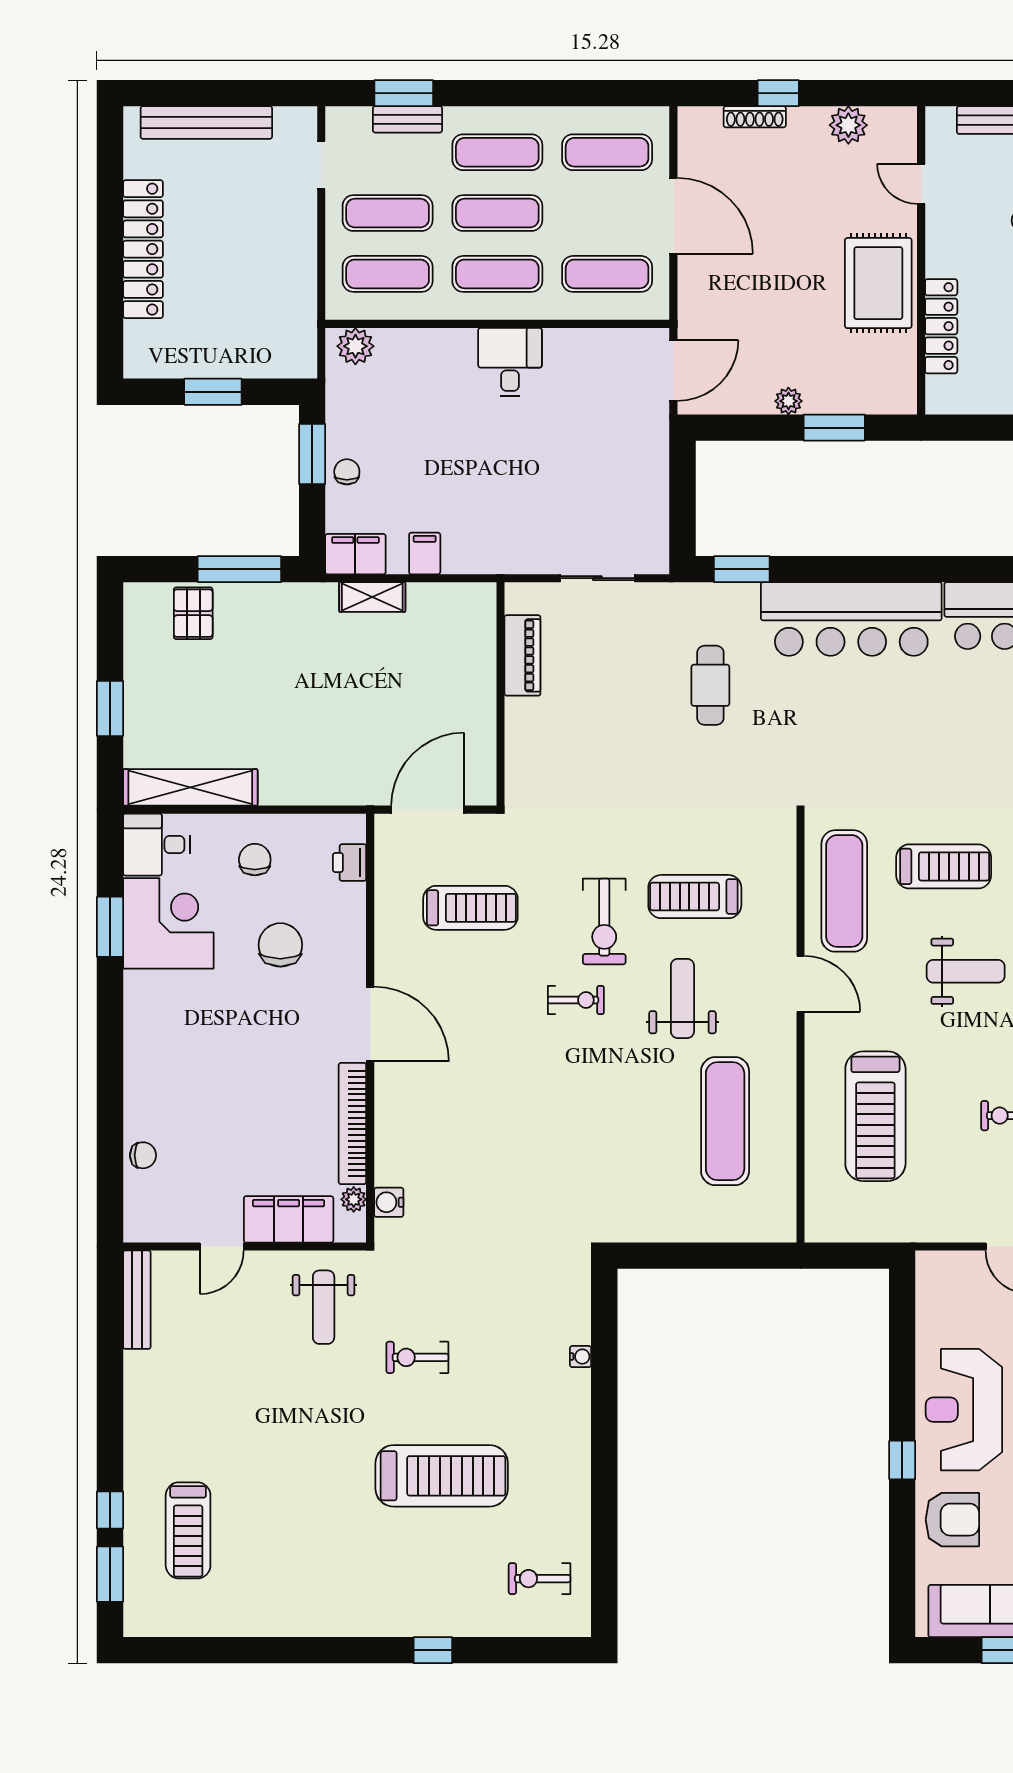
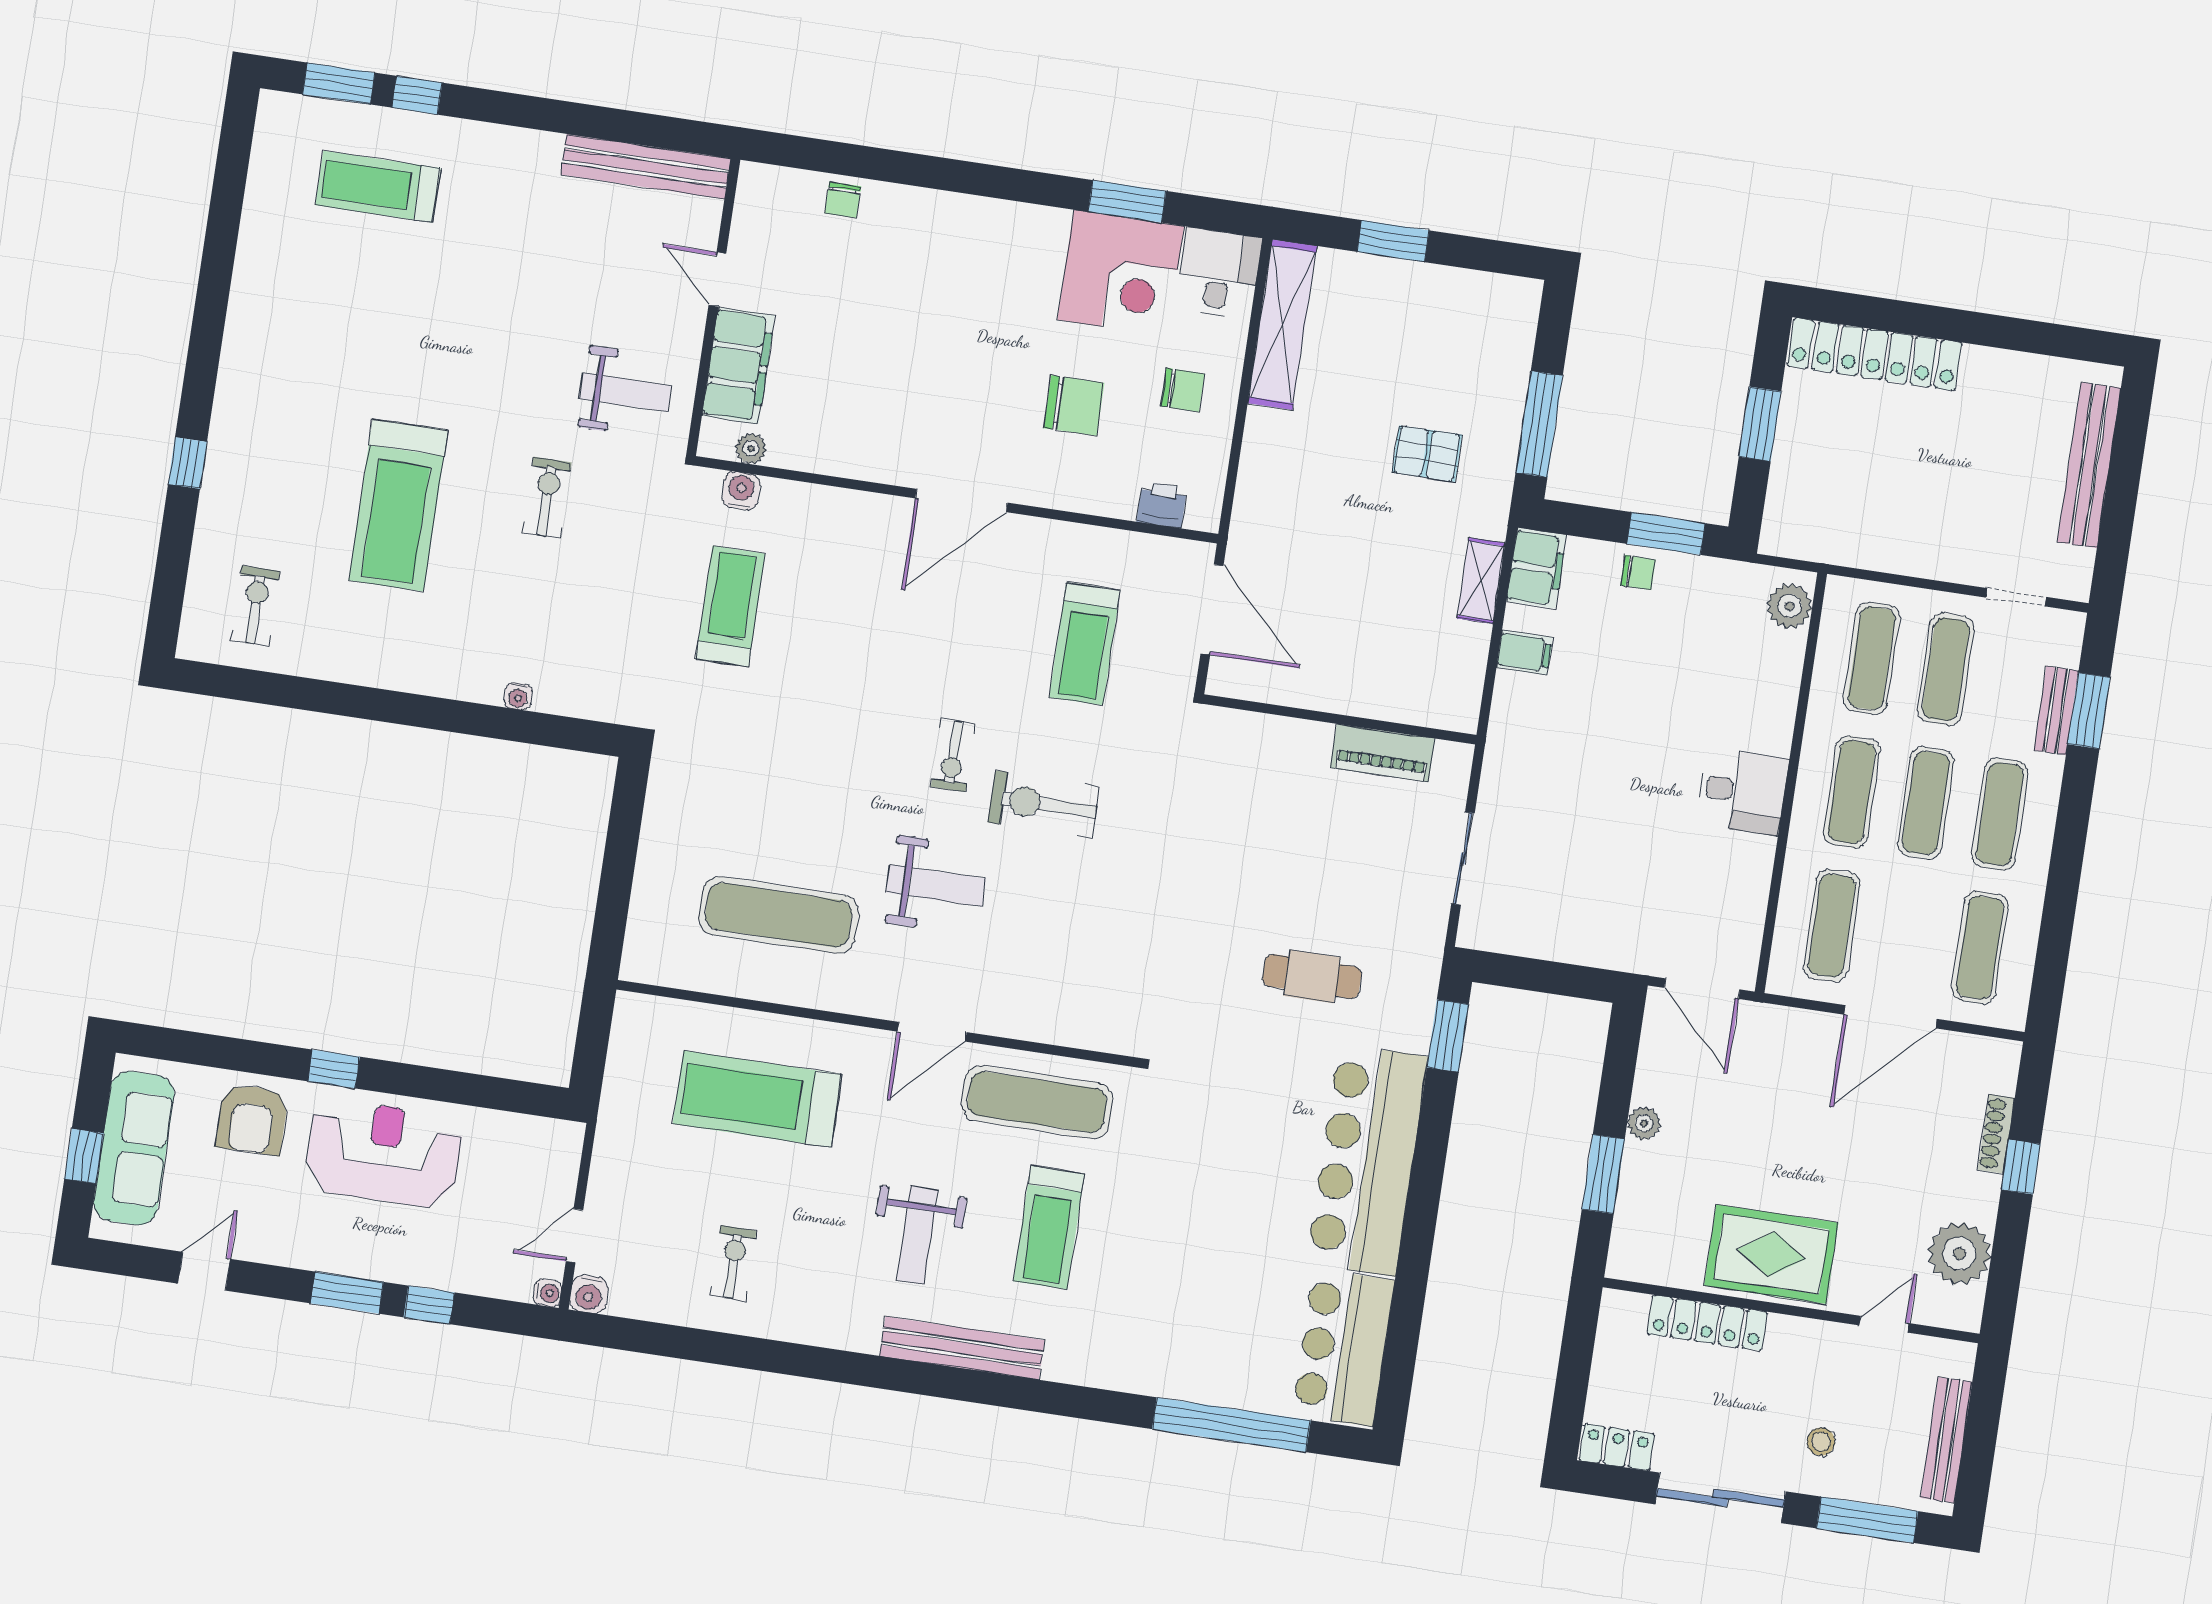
plant: (848, 125) -> (1959, 1253), width x1.36, depth x1.36
locker: (143, 249) -> (1875, 354), moved
pallet: (193, 613) -> (1427, 454), moved
treadmill: (695, 897) -> (730, 606), moved
bookcase: (352, 1124) -> (843, 461), removed
bench: (137, 1300) -> (646, 166), width x1.37, depth x1.21
weight bench: (324, 1307) -> (625, 392), turned 180

